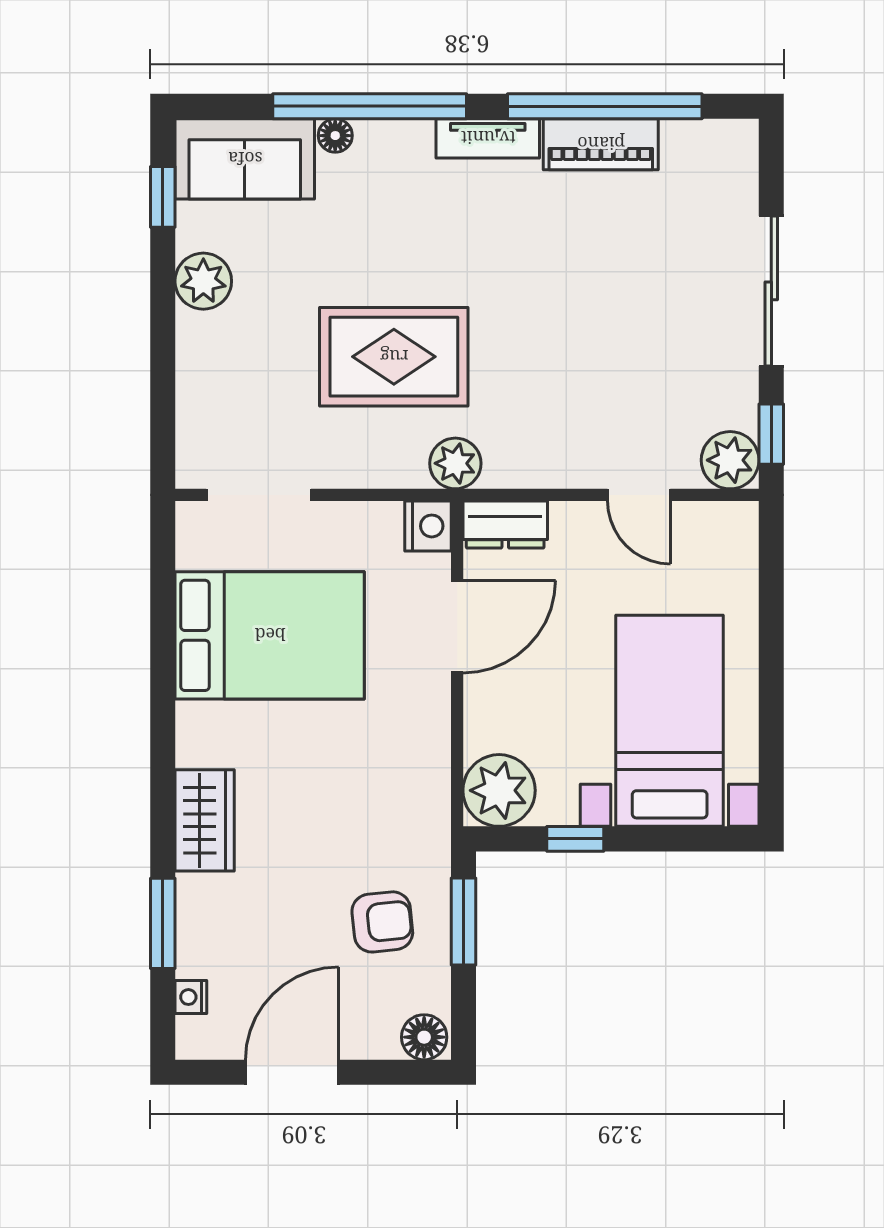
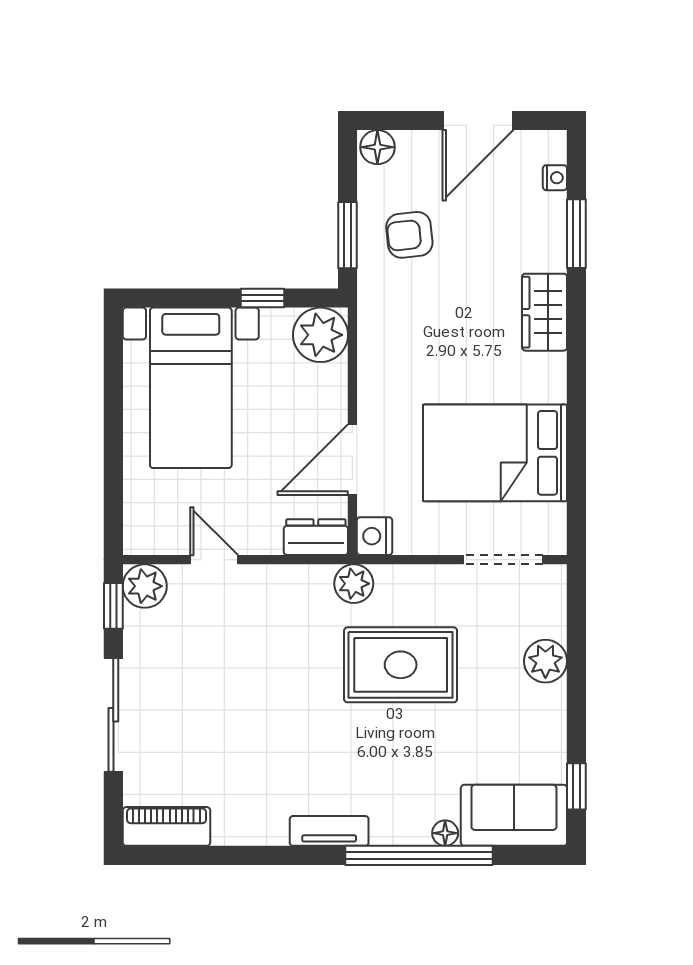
window: (605, 106) -> (240, 855), removed
piano: (601, 144) -> (166, 826), moved
plant: (203, 281) -> (545, 661), moved

